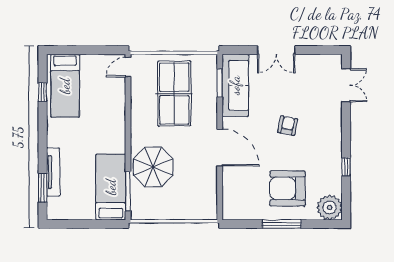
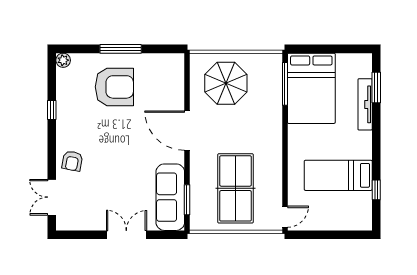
bed: (65, 86) -> (338, 175), moved, turned -90
armchair: (288, 126) -> (72, 161), moved
parasol: (153, 167) -> (226, 83), moved
bed: (111, 187) -> (311, 88), width x1.50
plant: (330, 207) -> (63, 60), width x0.53, depth x0.53

